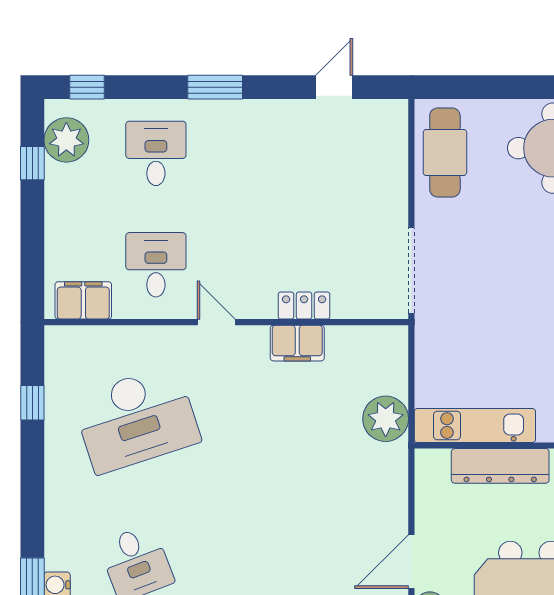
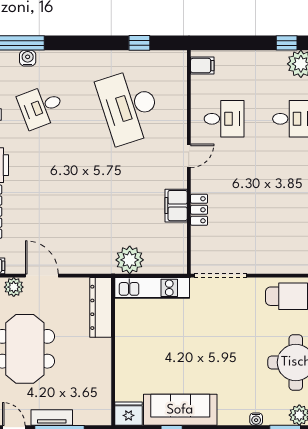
filing cabinet: (83, 300) -> (202, 66), width x0.50
kitchen unit: (475, 426) -> (152, 288), moved, turned 90
dresser: (500, 466) -> (101, 307), moved

